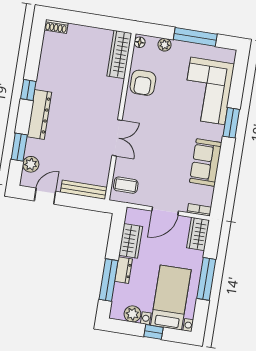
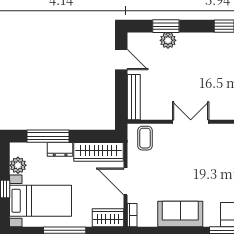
dresser: (39, 114) -> (202, 41), removed
double door: (117, 138) -> (191, 122), swing flipped
plant: (31, 164) -> (168, 40), moved
wardrobe: (131, 241) -> (99, 152), width x1.50

